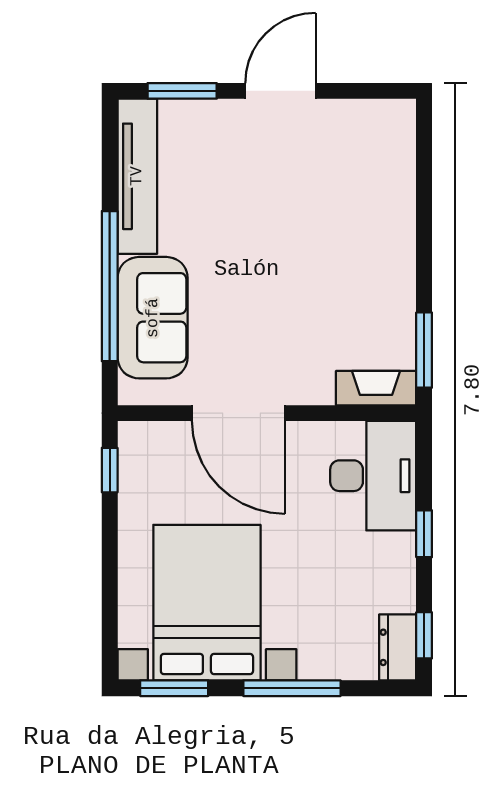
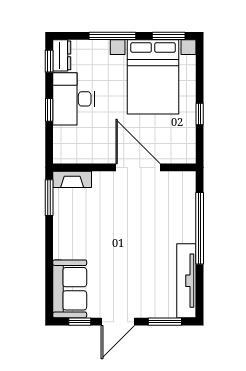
window: (360, 91) -> (80, 322), added
sofa: (153, 318) -> (70, 289), moved, turned 180
window: (110, 470) -> (200, 114), moved
desk: (373, 476) -> (74, 99), moved

